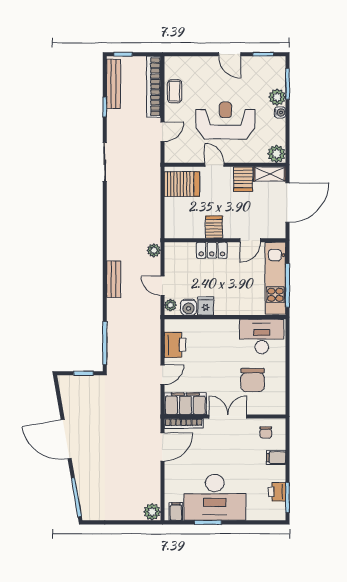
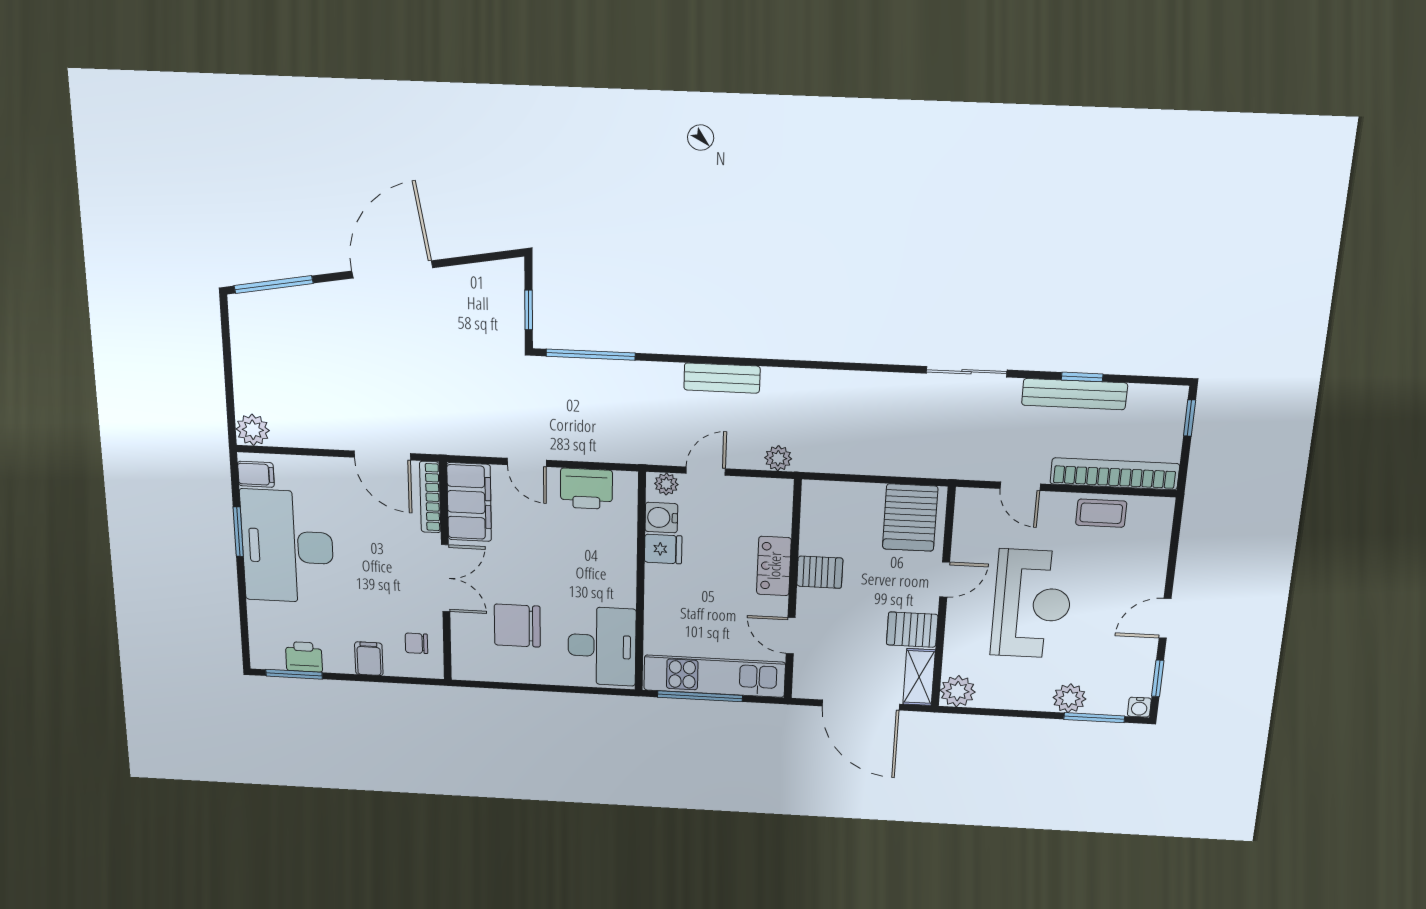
bench: (114, 84) -> (1074, 394), moved
water cooler: (280, 112) -> (1139, 707), moved

